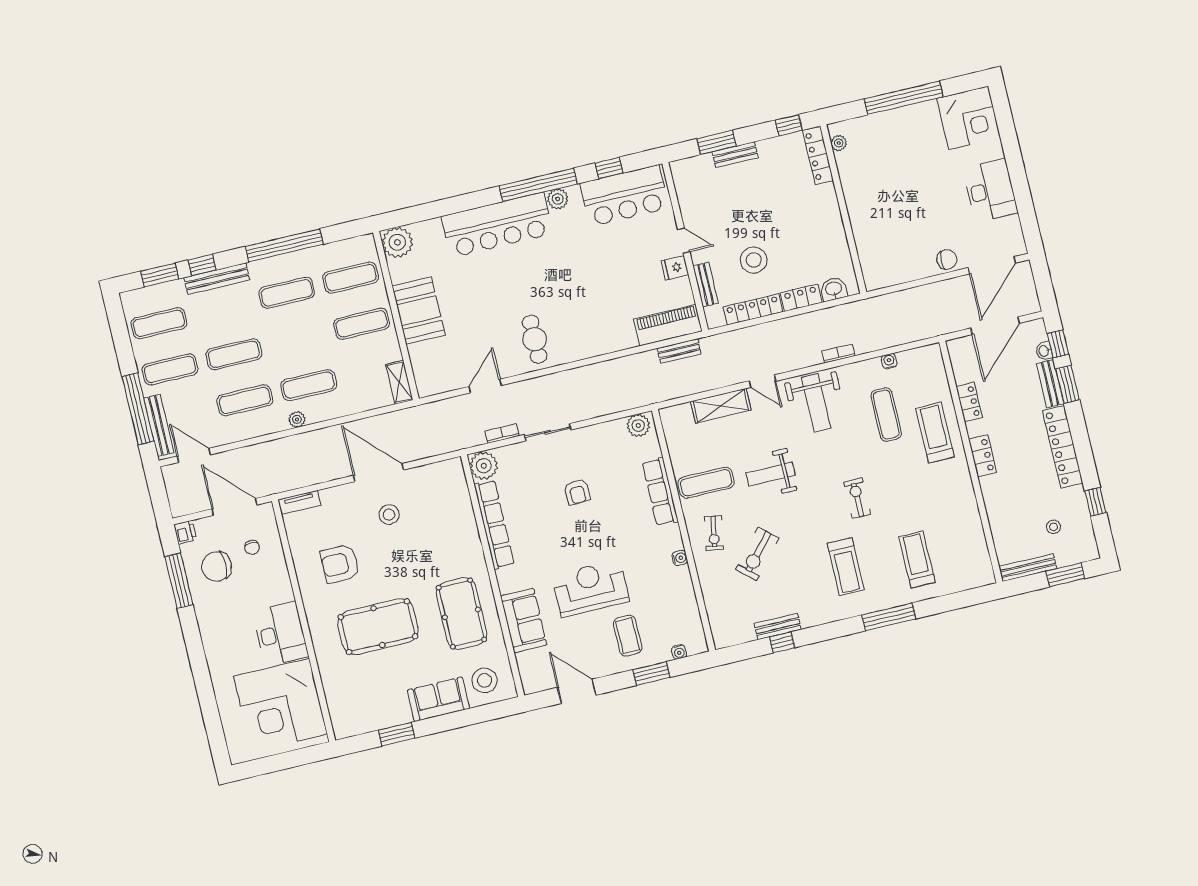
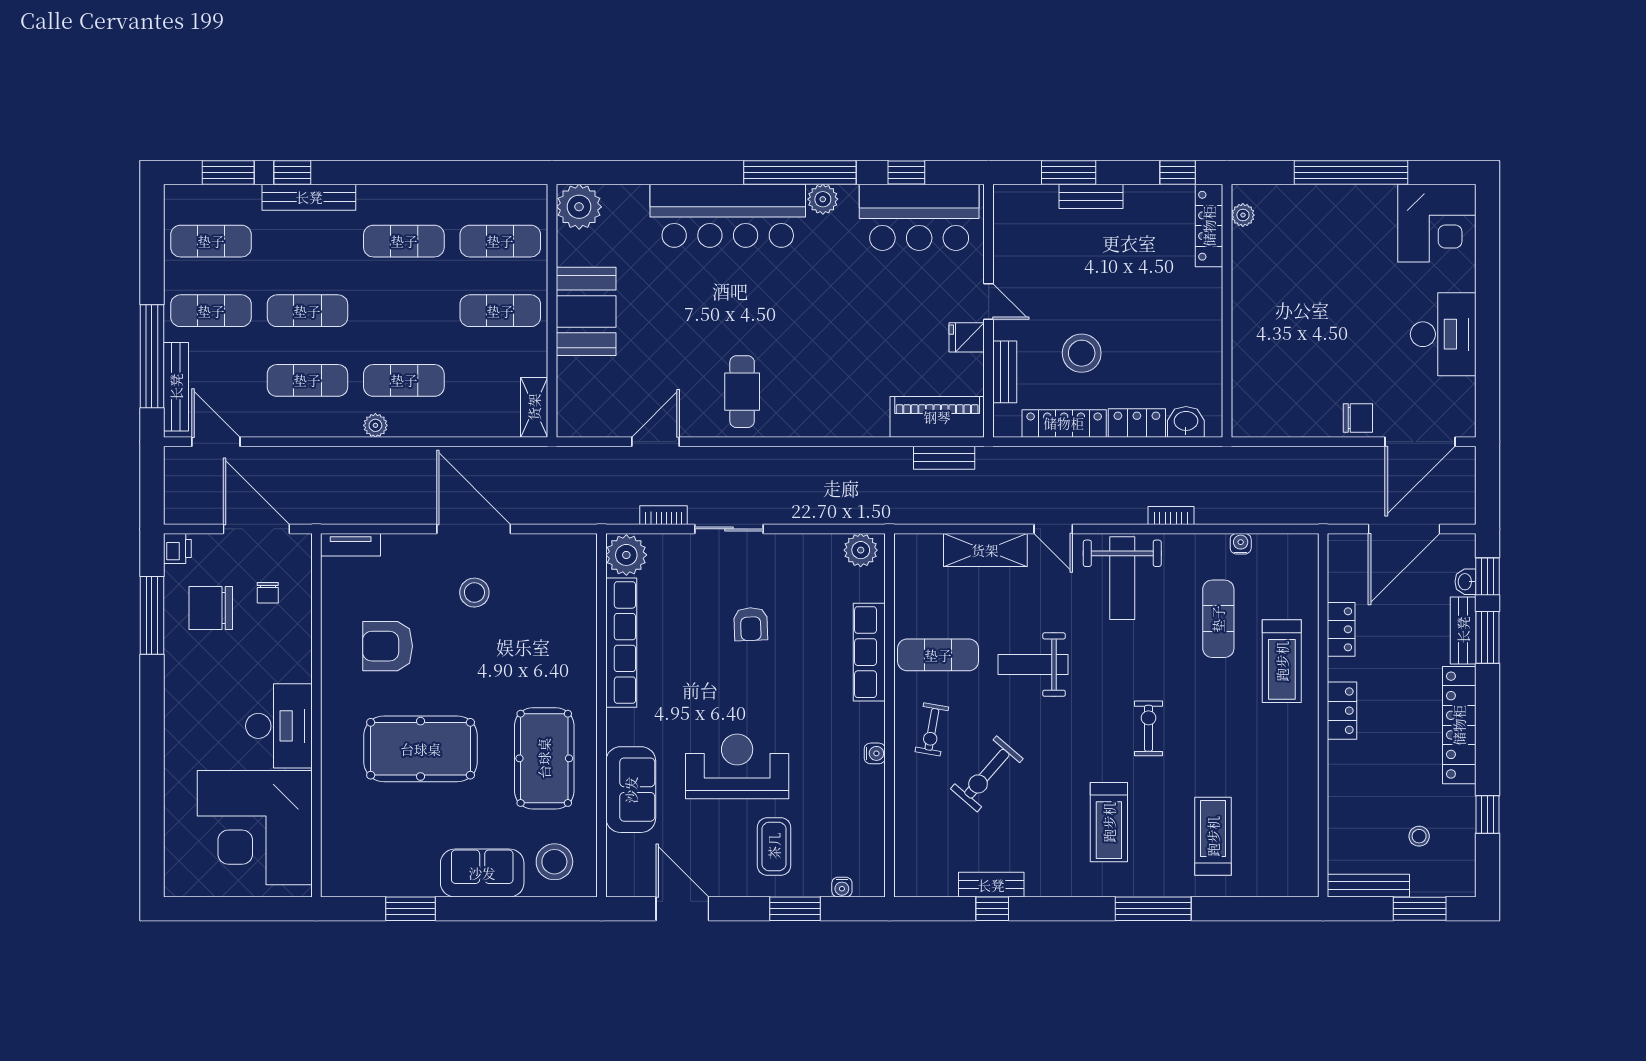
window: (284, 245) -> (416, 173), removed
treadmill: (935, 433) -> (1282, 661), turned 180

